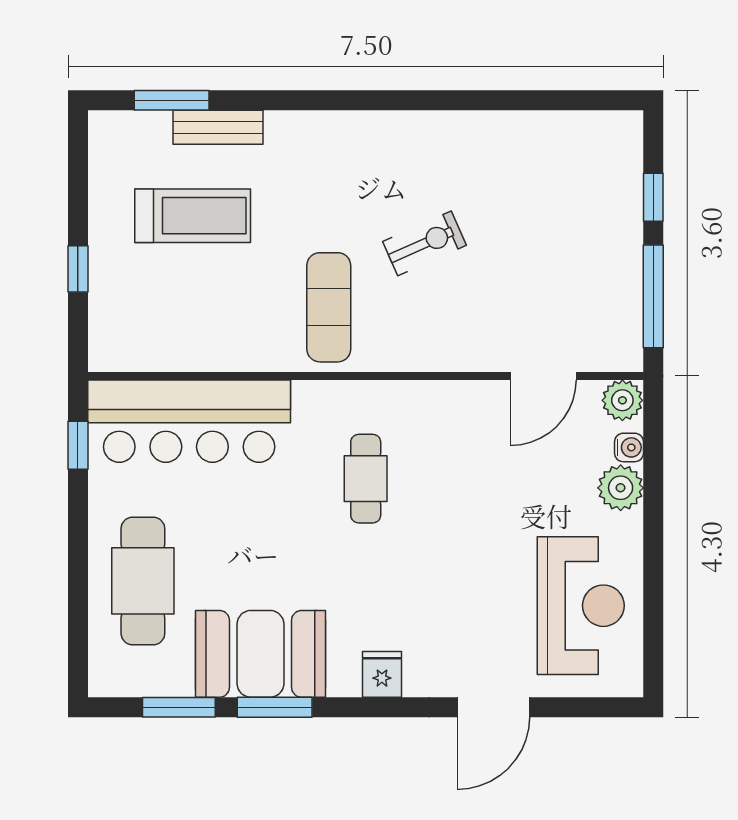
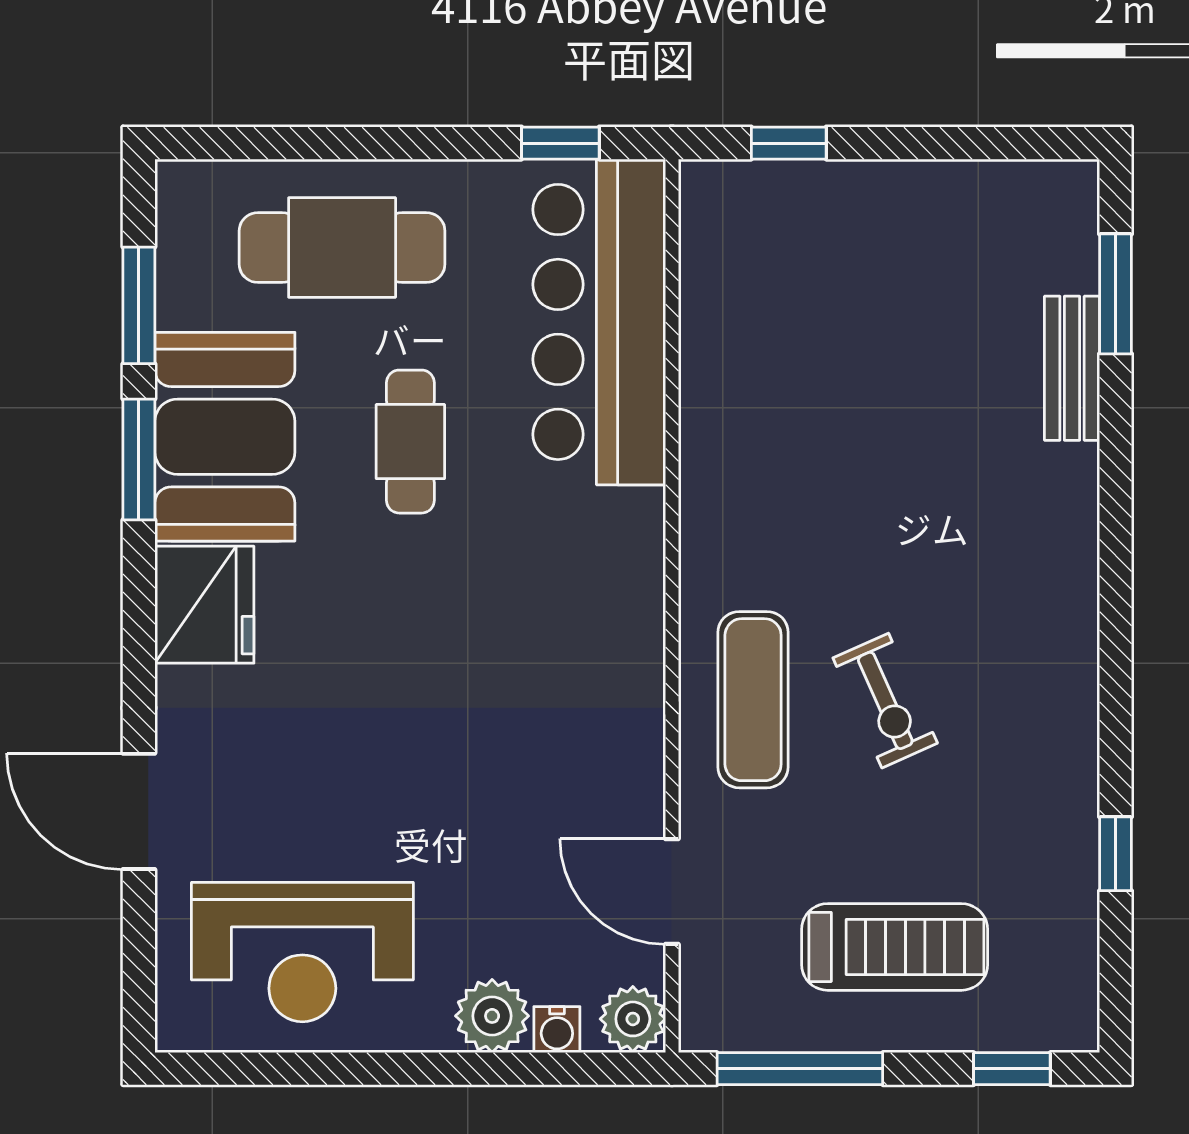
window: (520, 100) -> (1116, 854), added
window: (653, 197) -> (1012, 1069), moved
treadmill: (193, 216) -> (895, 947), moved, turned -90
window: (78, 269) -> (789, 143), moved
exercise mat: (329, 307) -> (753, 700), moved, turned 90
cafe table: (366, 479) -> (410, 442), moved, turned 90
fridge: (382, 674) -> (204, 605), width x1.88, depth x1.34

